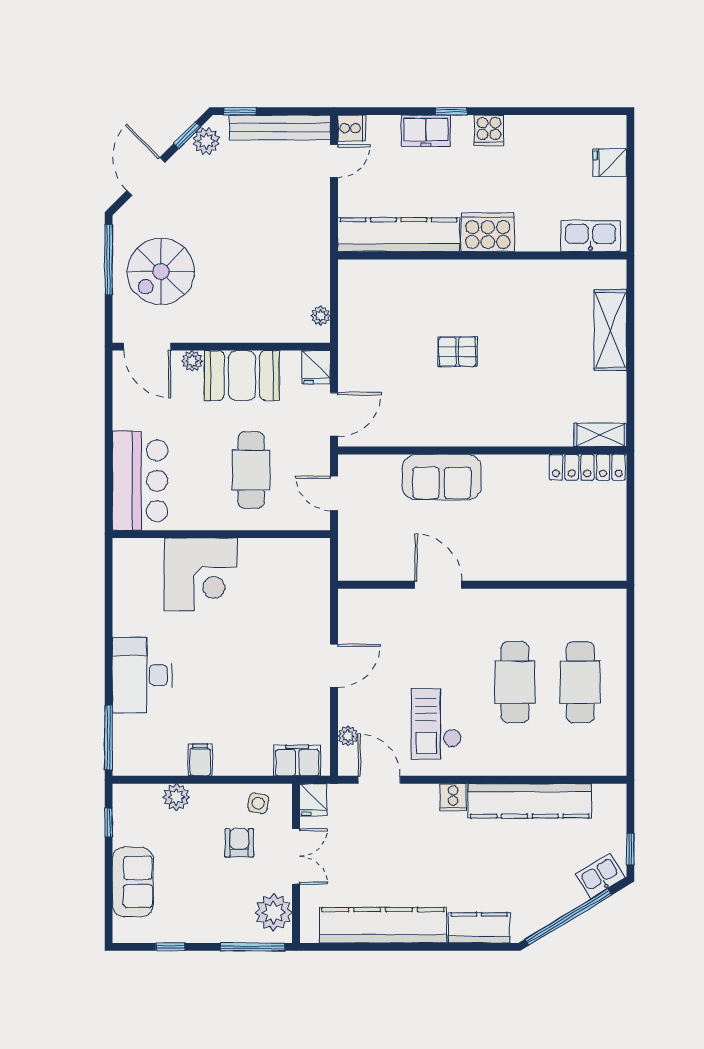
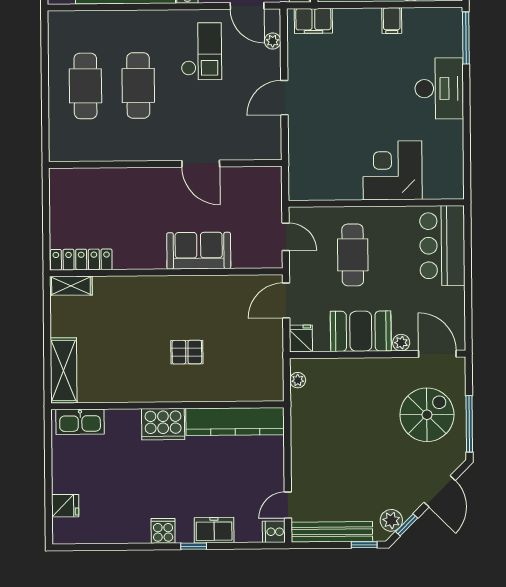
cooker: (488, 232) -> (163, 424), moved
kitchen counter: (399, 235) -> (235, 422), moved
kitchen sink: (591, 236) -> (80, 422), moved
wall: (482, 256) -> (167, 405), moved

